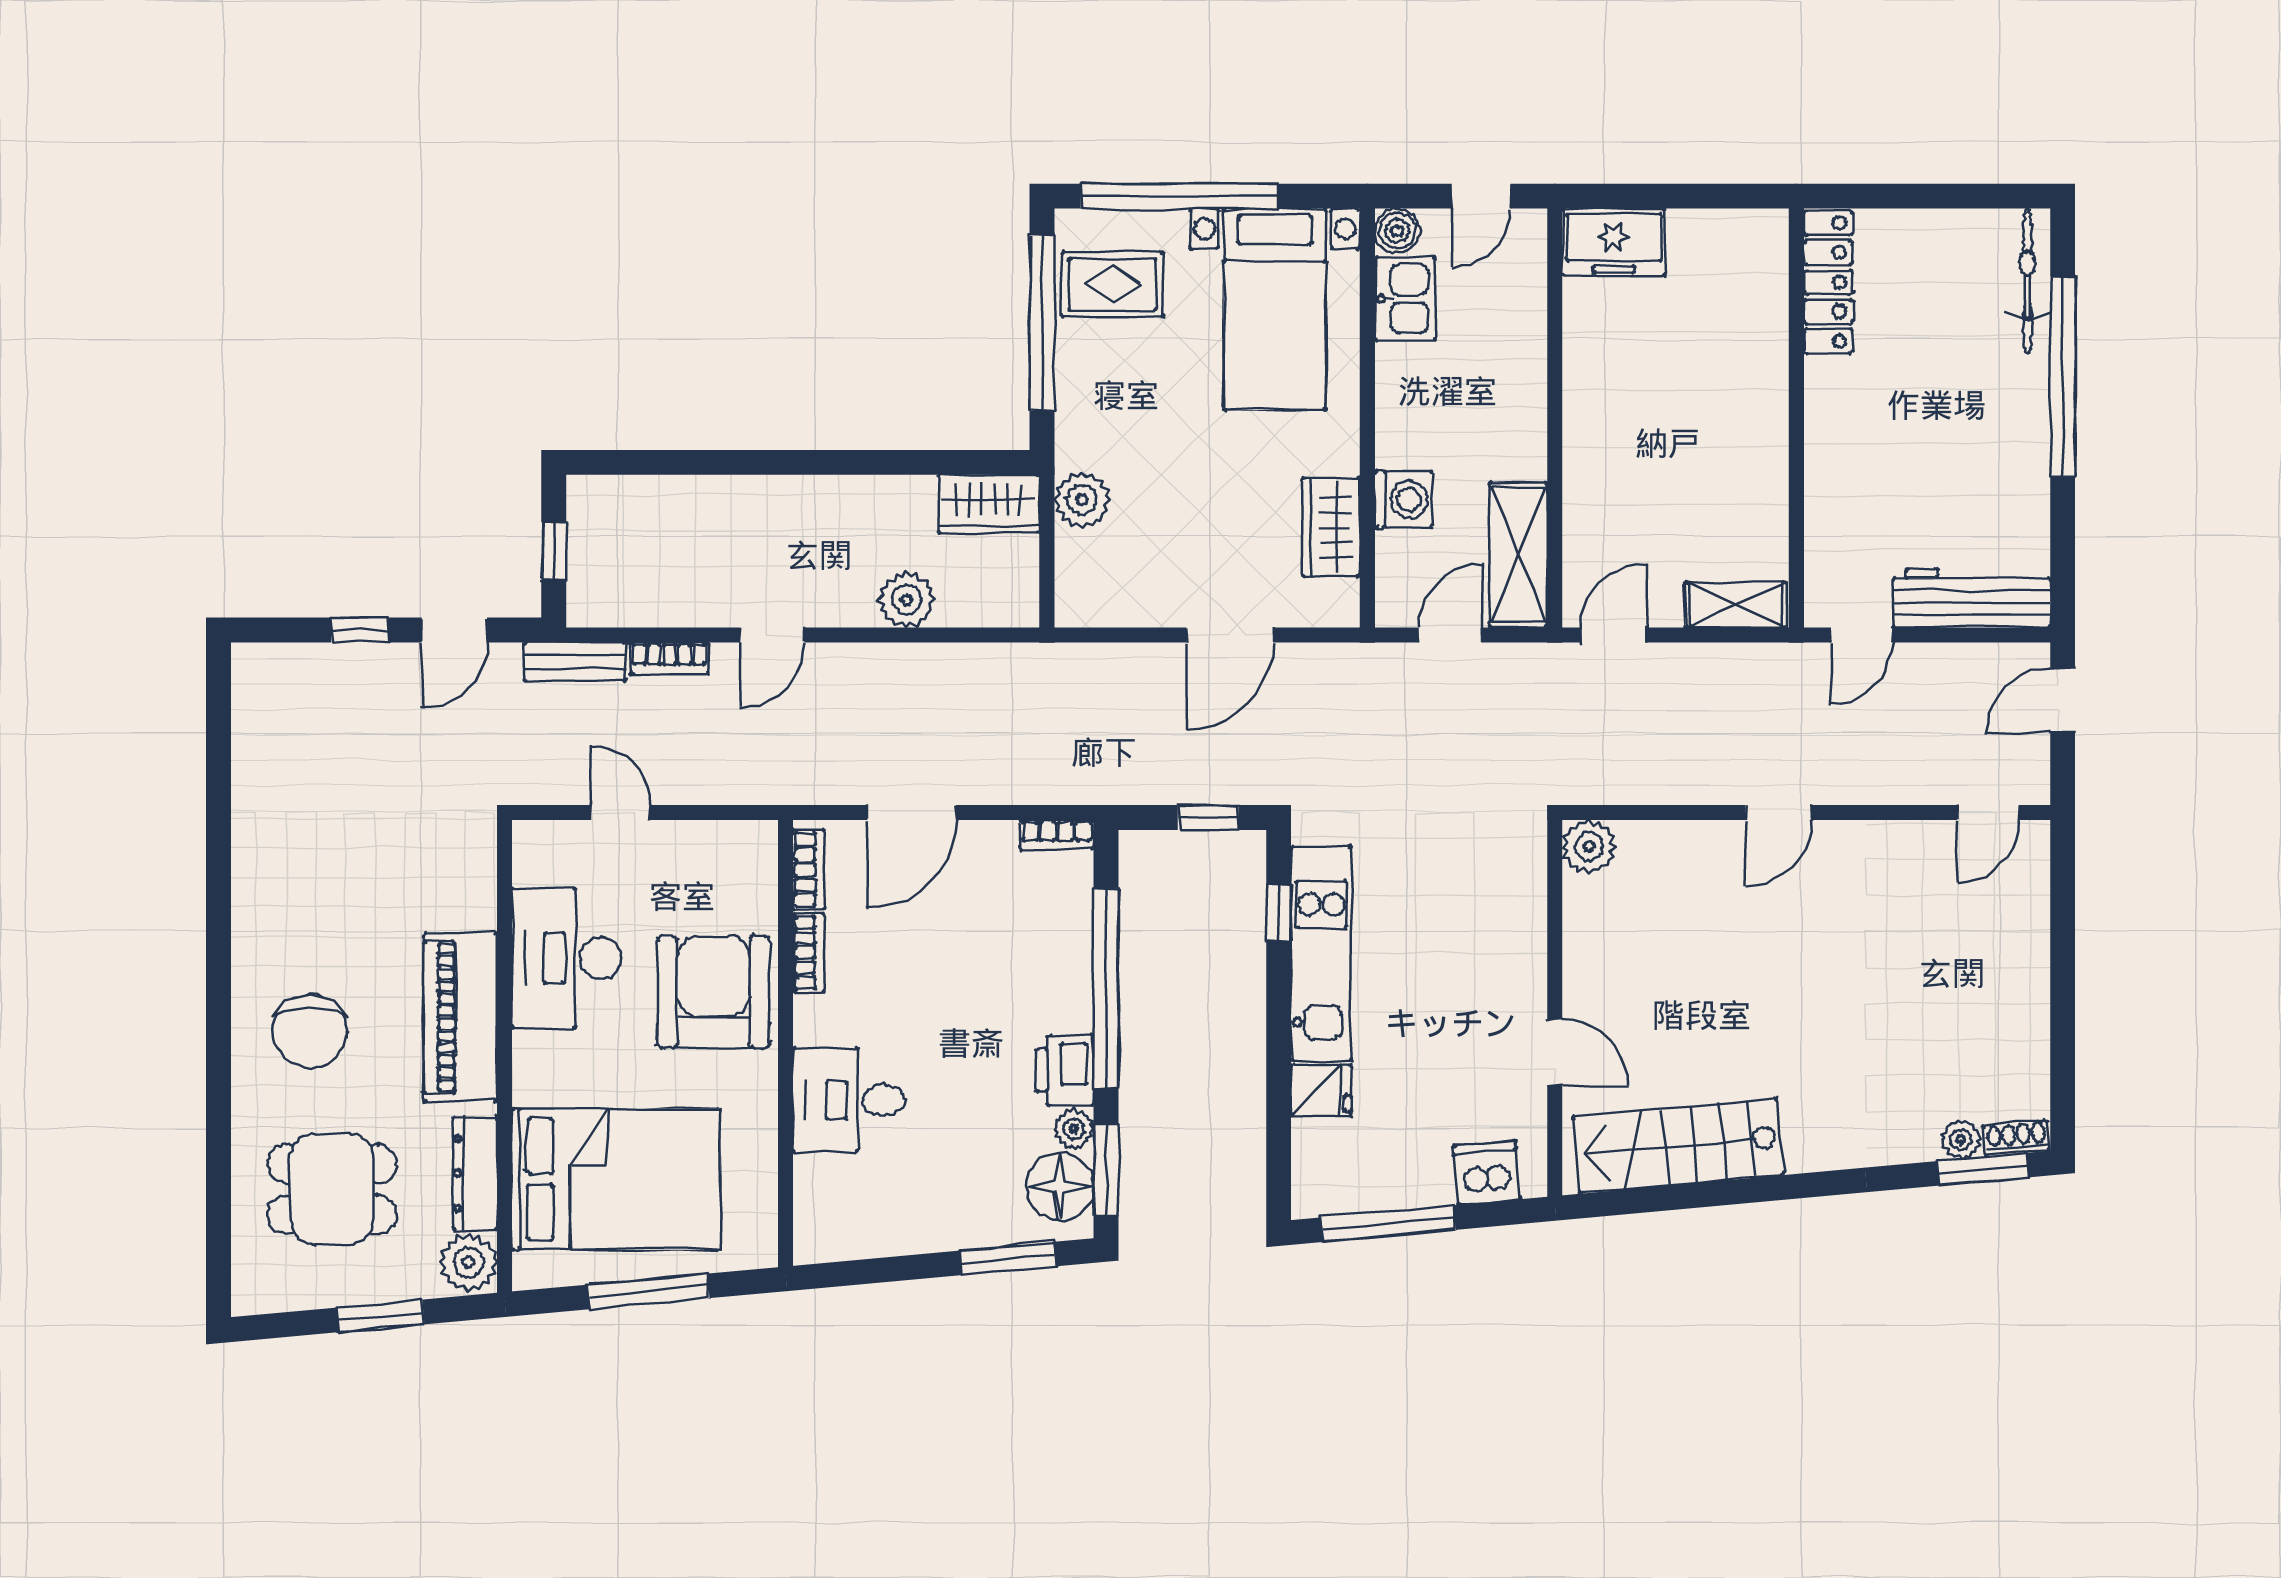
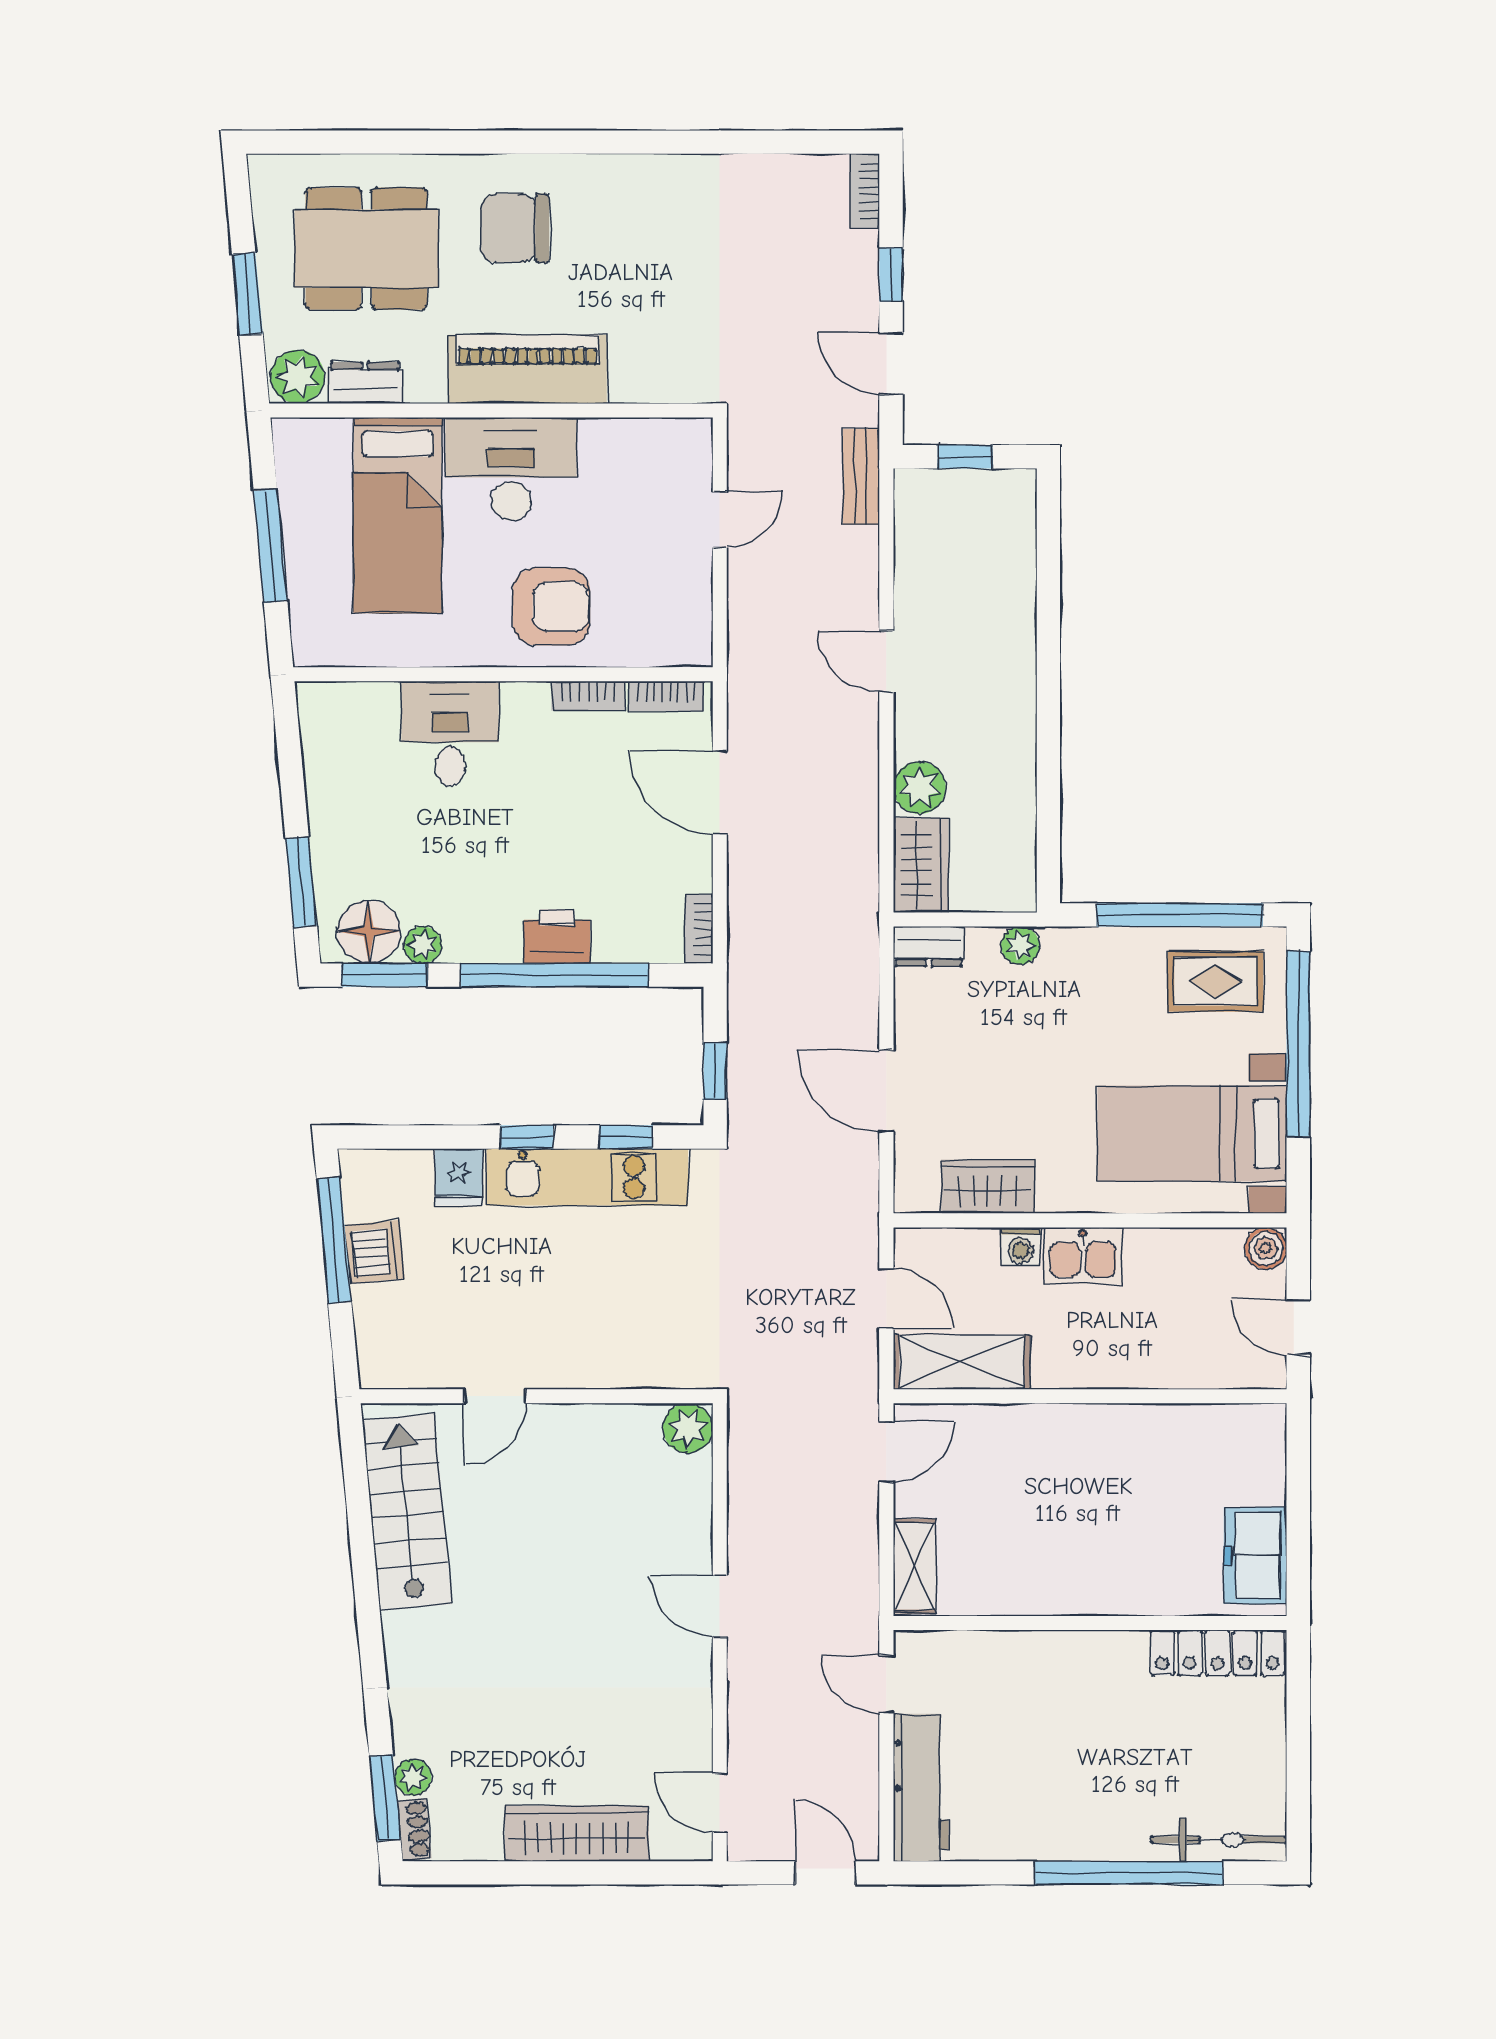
freezer: (1614, 242) -> (1255, 1555), moved
rug: (1113, 284) -> (1215, 981), turned 90
kitchen sink: (1405, 299) -> (1083, 1256), moved
plant: (1082, 500) -> (1020, 945), width x0.73, depth x0.73
washing machine: (1403, 500) -> (1021, 1247), width x0.73, depth x0.73
wardrobe: (989, 504) -> (921, 865), moved, turned 180
dresser: (1076, 590) -> (929, 946), added
door: (1614, 635) -> (886, 1452), hinge flipped
bookcase: (669, 658) -> (865, 191), moved
desk: (567, 958) -> (511, 469), moved
wardrobe: (2021, 965) -> (577, 1833), added
armchair: (713, 992) -> (551, 607), width x0.73, depth x0.73
window: (1279, 1018) -> (527, 1137), added
printer: (1065, 1070) -> (557, 936), moved
dresser: (475, 1173) -> (365, 383), width x0.70
dishwasher: (1487, 1173) -> (374, 1252), moved
bed: (616, 1179) -> (398, 515), width x0.67
dining table: (332, 1189) -> (366, 249), width x1.38

